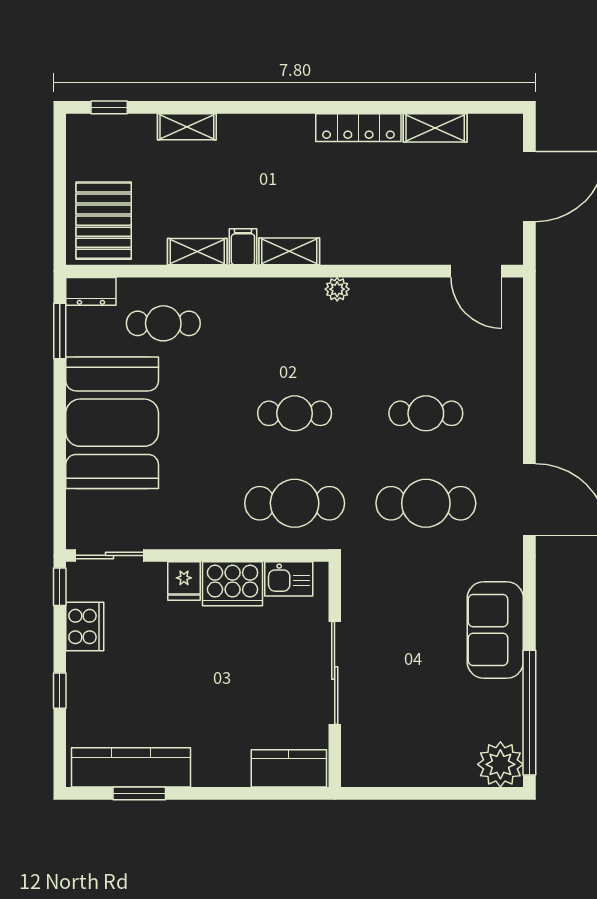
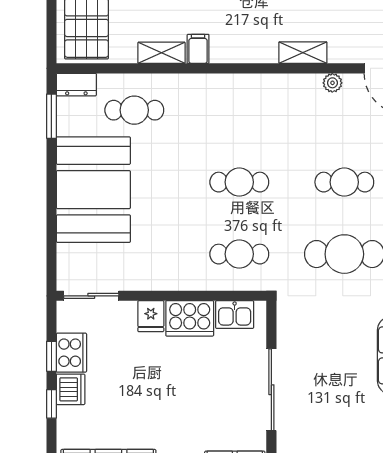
shelving: (289, 251) -> (303, 53), moved
plant: (337, 289) -> (332, 83), moved
cafe table: (295, 503) -> (239, 254), width x0.73, depth x0.74
window: (60, 587) -> (51, 356), moved
dishwasher: (84, 672) -> (71, 389), added

